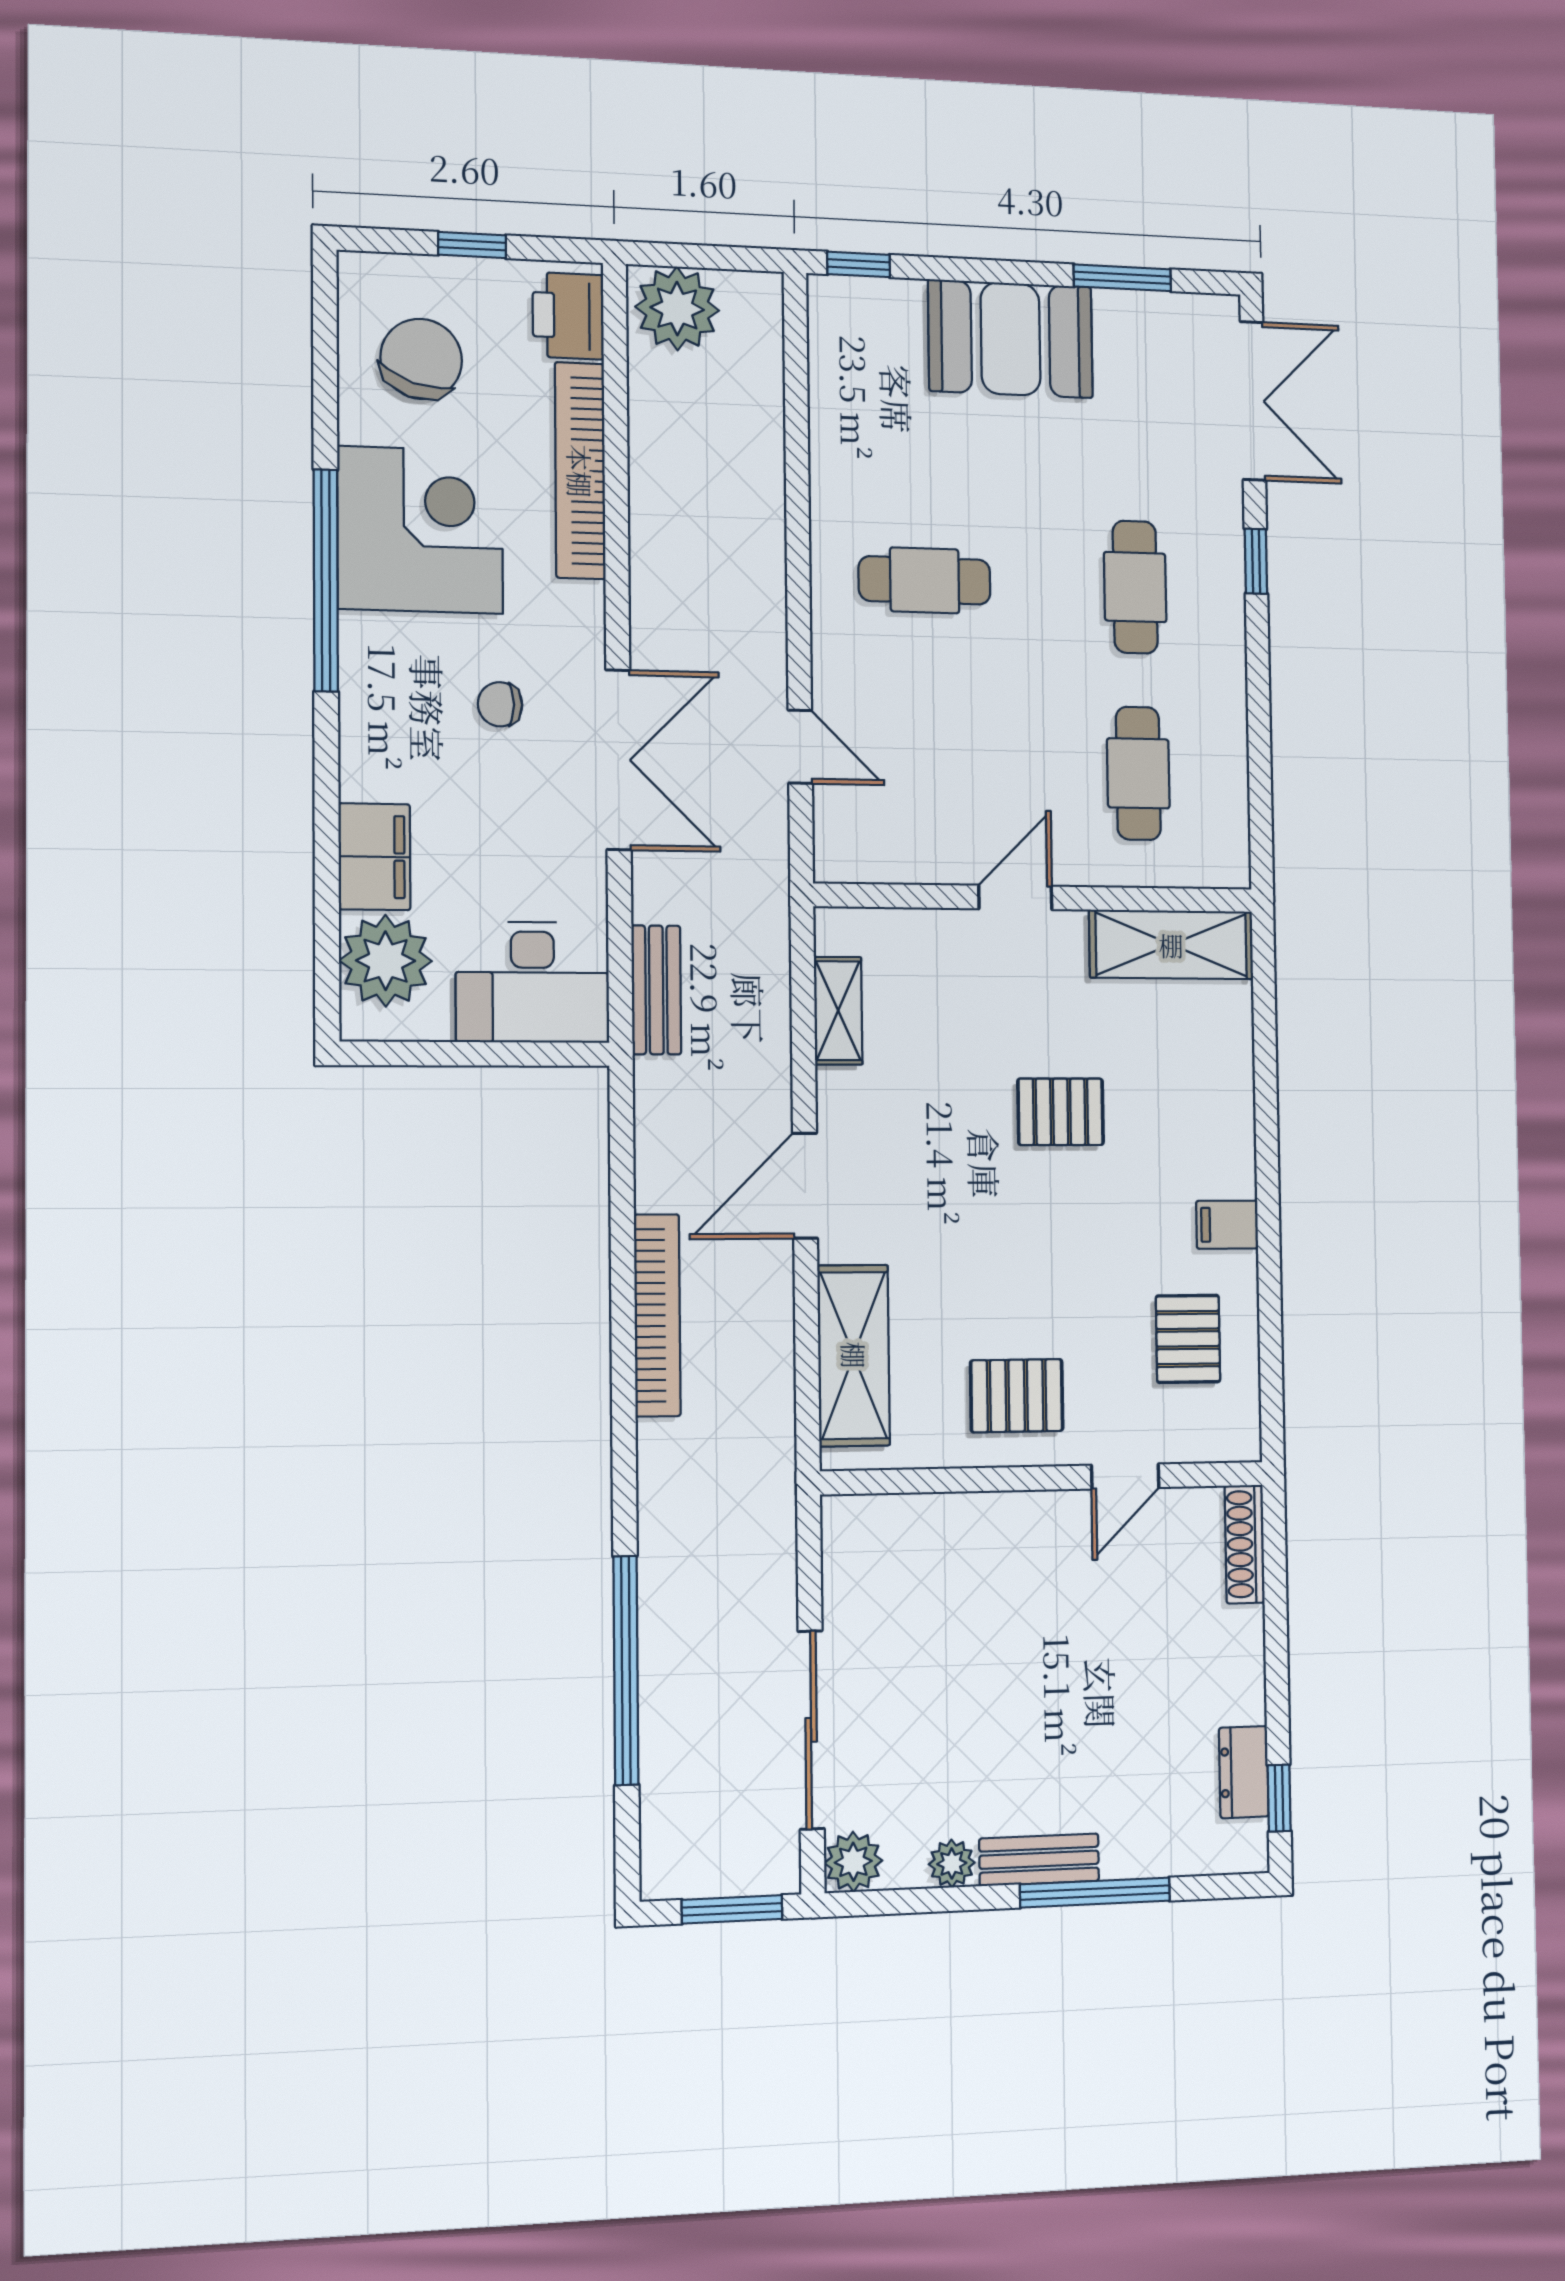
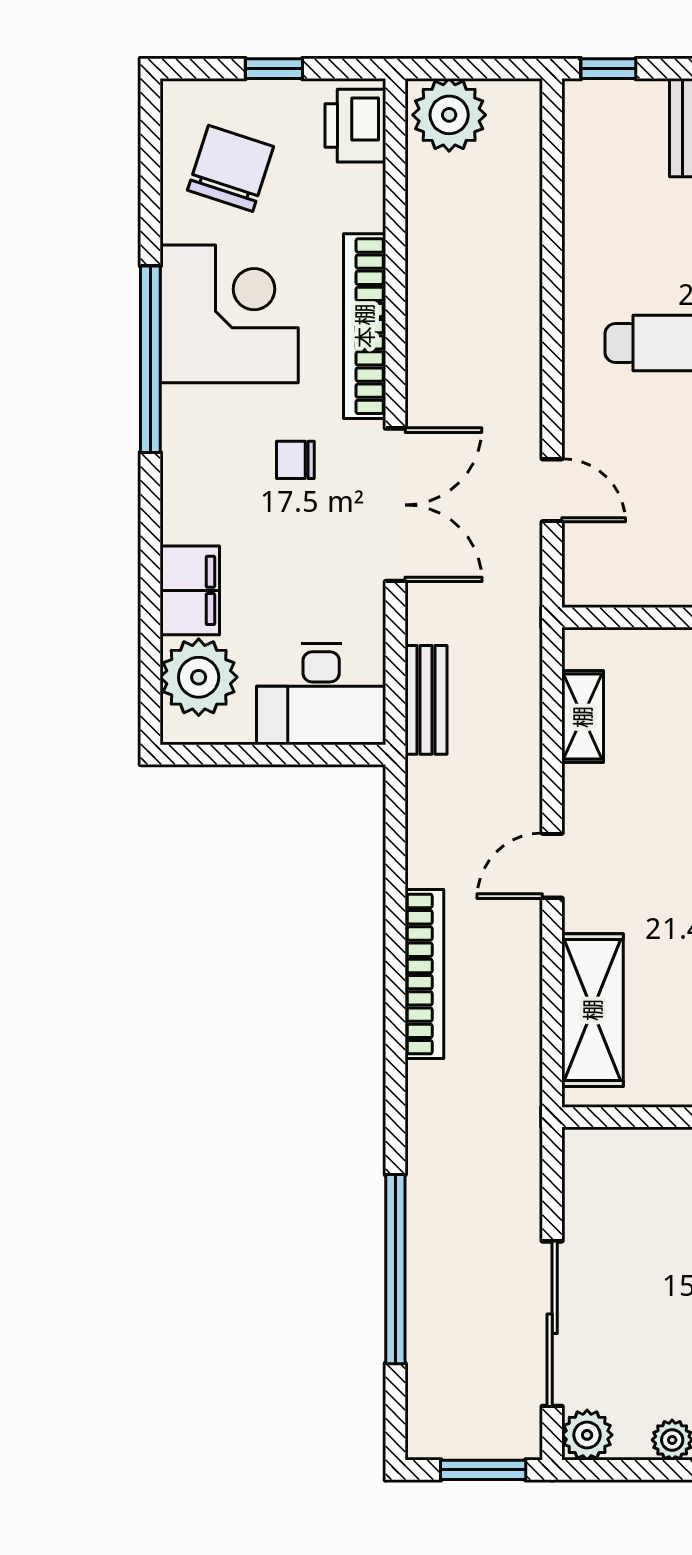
bookcase: (580, 471) -> (365, 326), moved
door: (805, 1186) -> (552, 866), width x0.73

